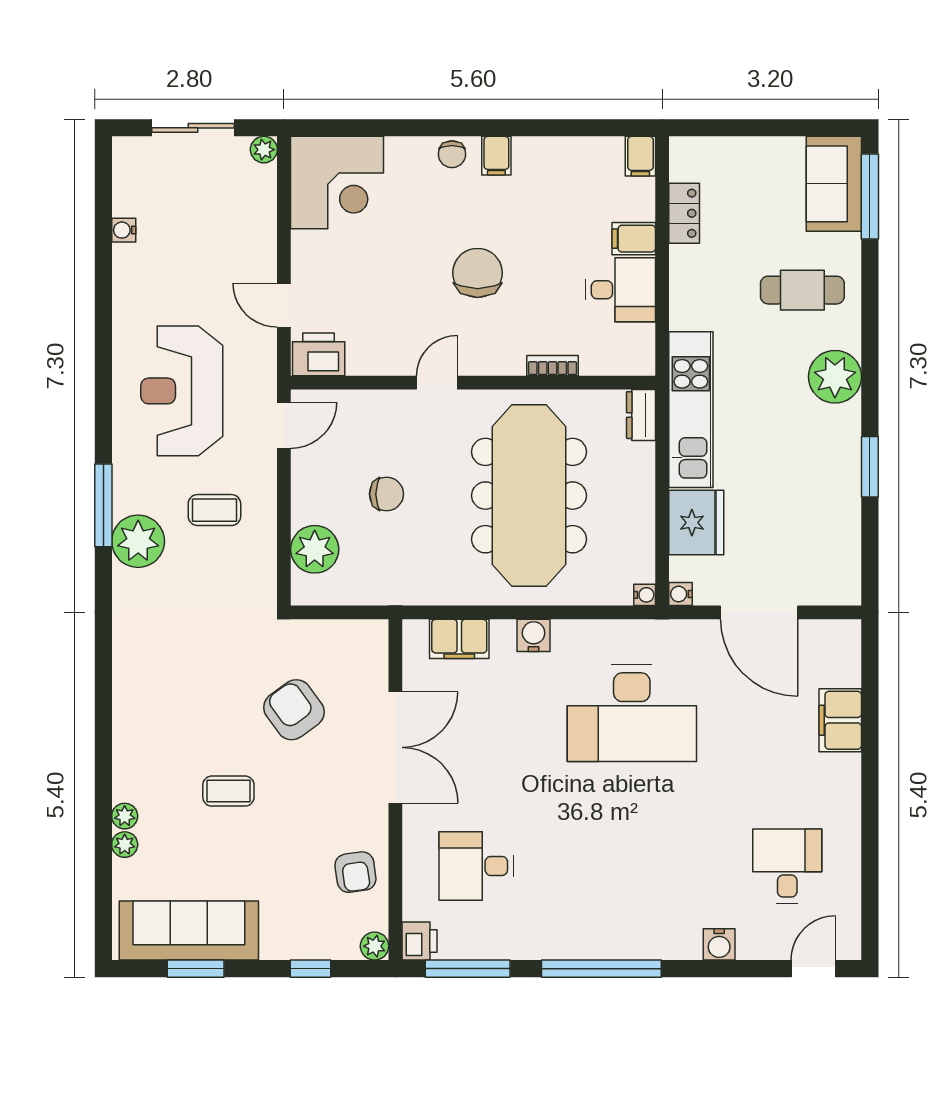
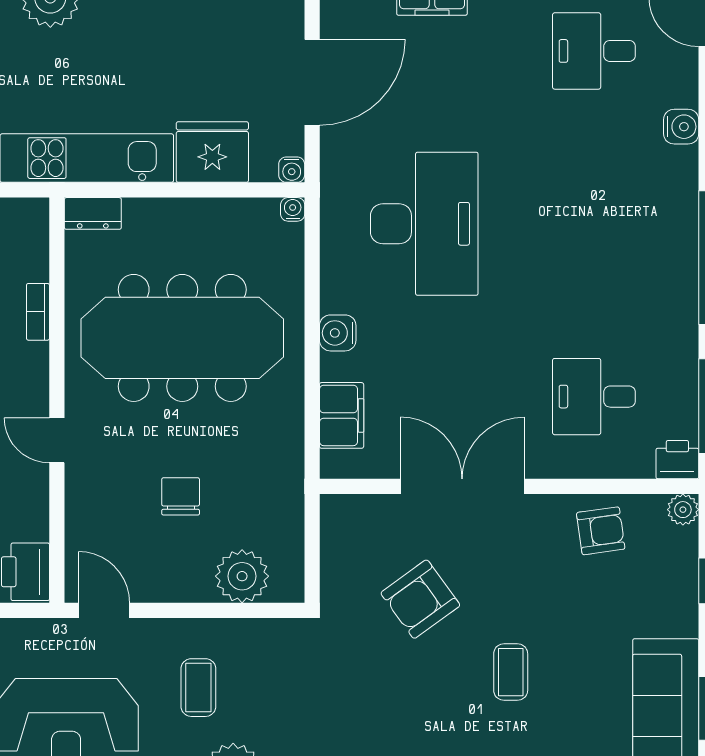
desk: (476, 866) -> (594, 397), turned 90

